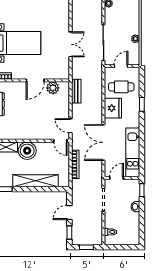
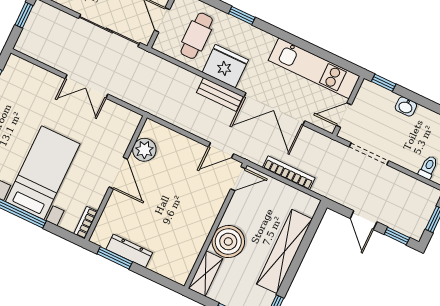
double door: (70, 44) -> (86, 86), swing flipped
bench: (76, 91) -> (220, 95), moved
door: (117, 178) -> (344, 115), hinge flipped

